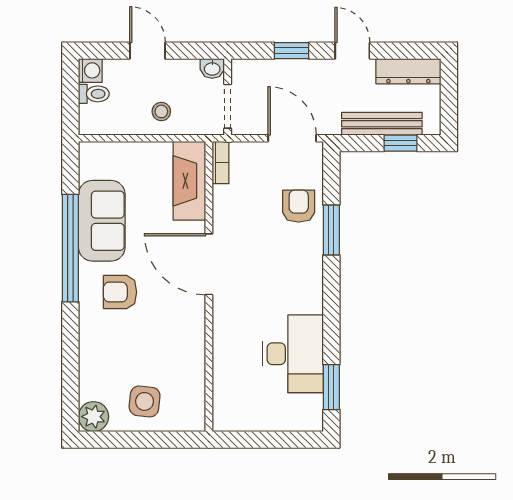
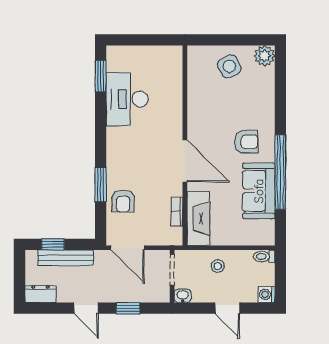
dresser: (408, 71) -> (41, 294), width x0.70
toilet: (94, 94) -> (264, 256), moved
bookcase: (221, 163) -> (177, 211), moved
side table: (145, 401) -> (229, 66), turned -33

